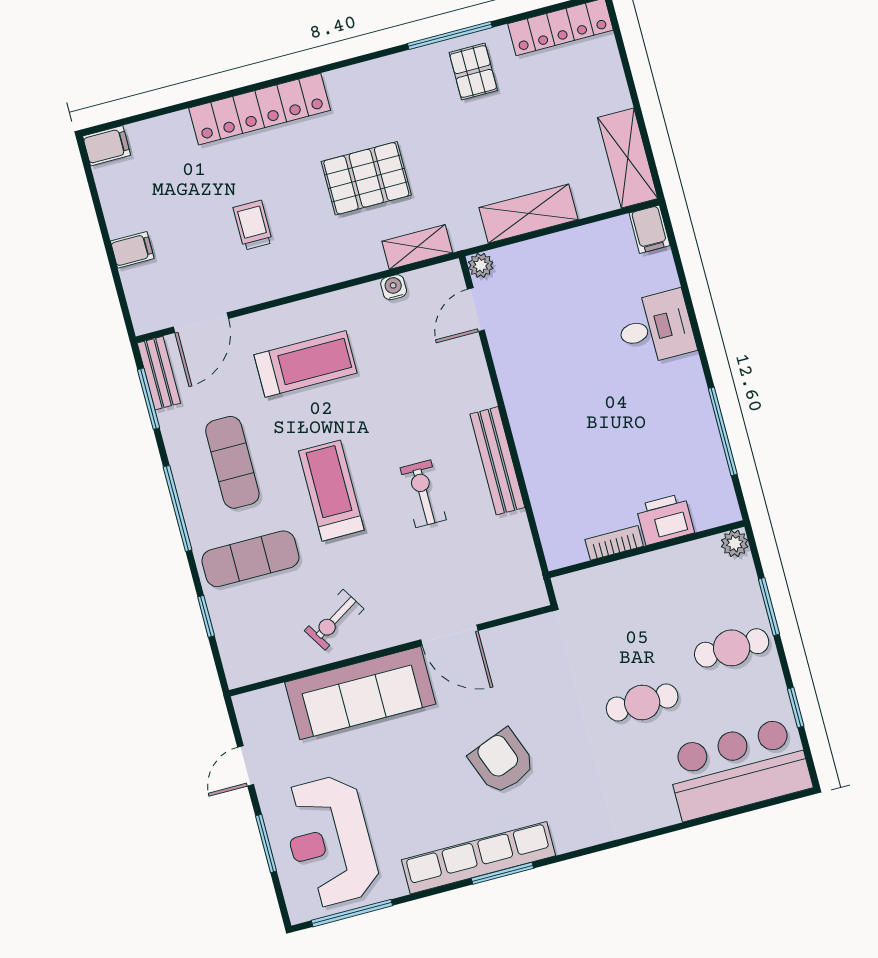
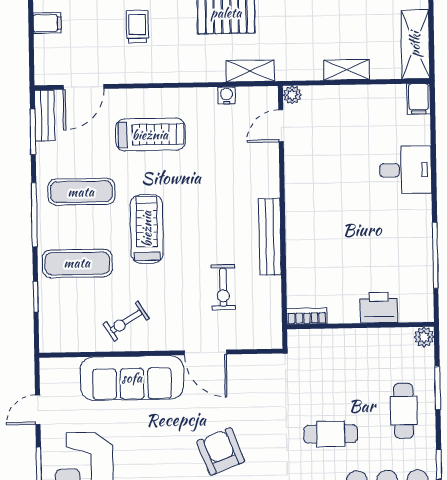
shelving: (528, 214) -> (347, 70), width x0.67, depth x0.75
exercise mat: (232, 462) -> (81, 192), turned 90
exercise bike: (423, 494) -> (223, 287), moved, turned 180
bookcase: (614, 543) -> (307, 316), moved
cafe table: (732, 648) -> (404, 411), turned 90

